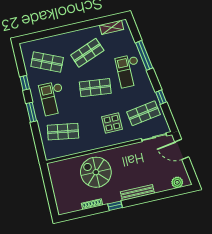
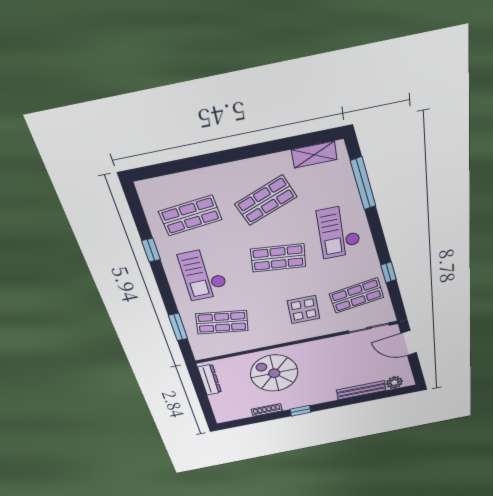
window: (144, 55) -> (363, 184), moved
shop shelf: (47, 62) -> (190, 216), turned -30
window: (31, 112) -> (178, 327), moved
dresser: (54, 177) -> (210, 380), added
bench: (137, 193) -> (361, 390), moved

